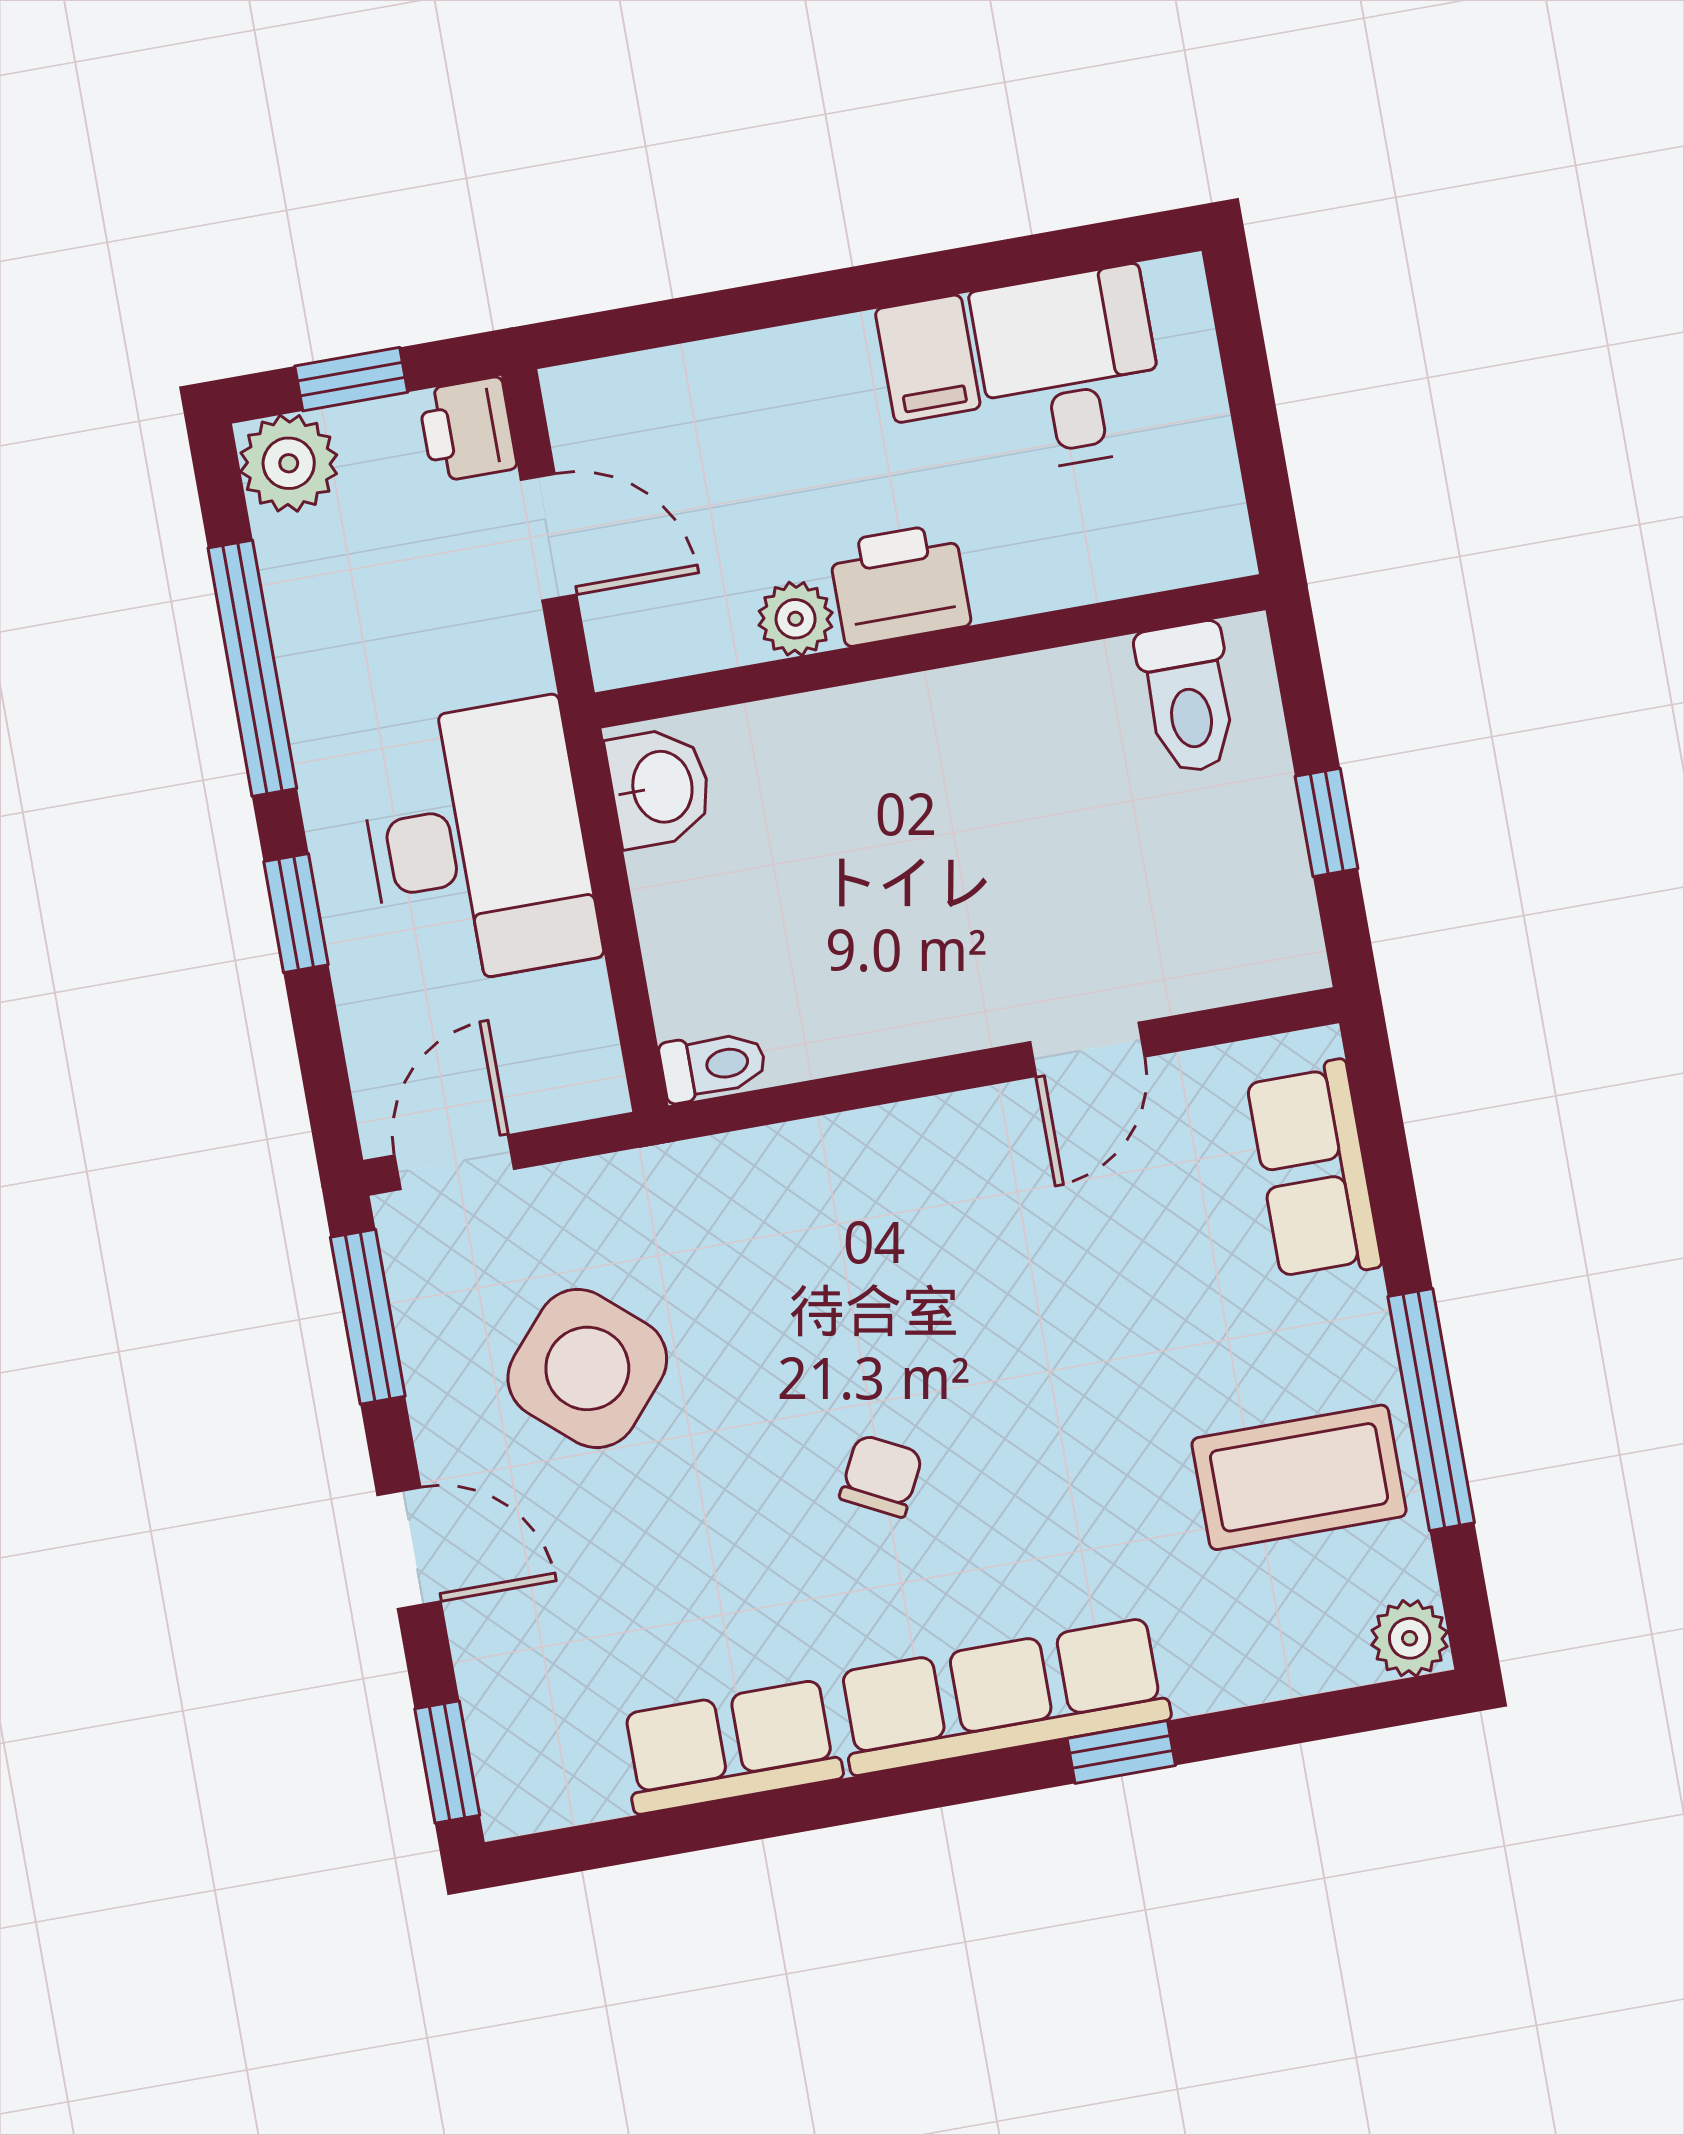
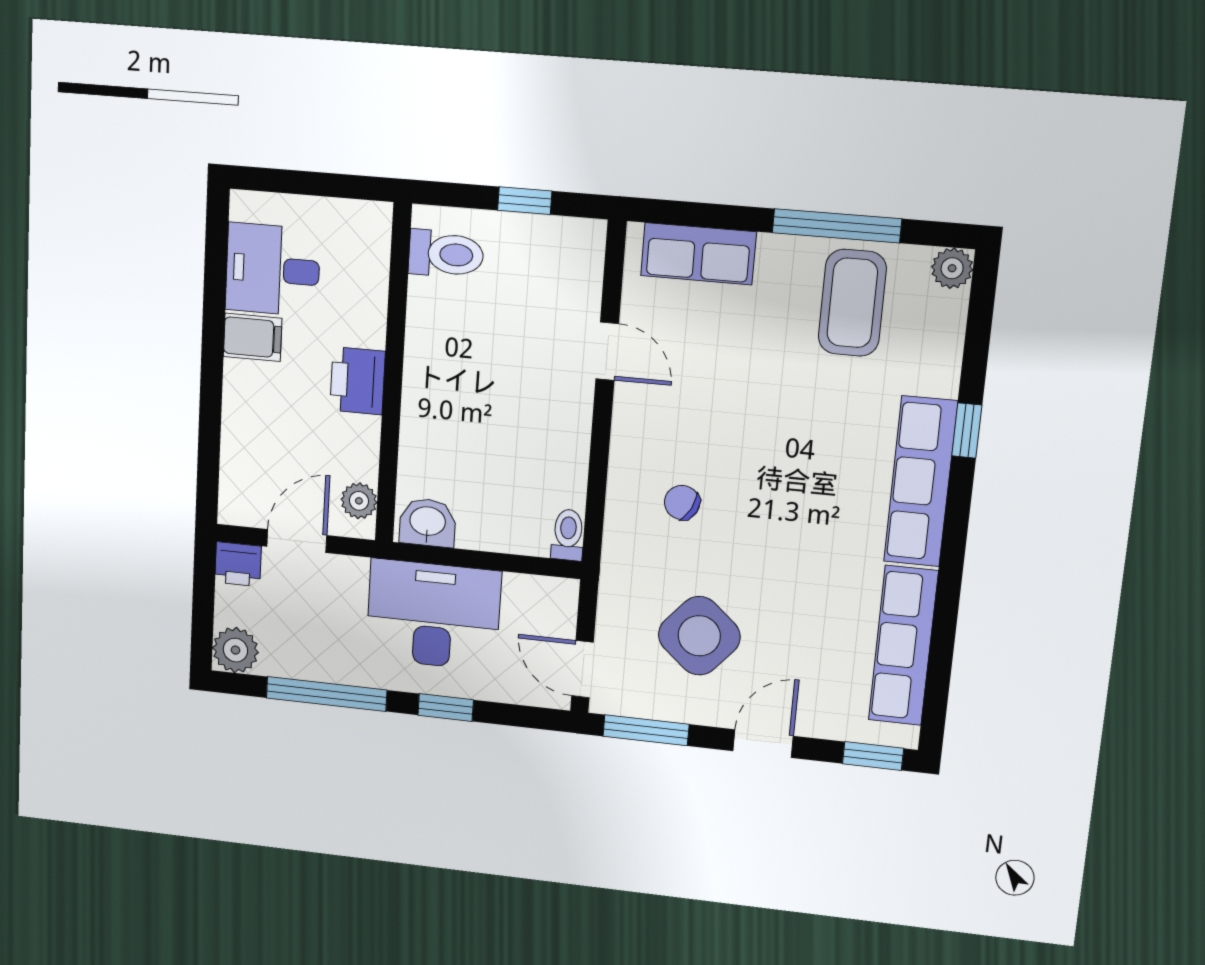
window: (351, 379) -> (203, 611), removed
plant: (796, 619) -> (359, 501), moved
chair: (881, 1476) -> (682, 503), moved
row of seats: (731, 1747) -> (903, 646), width x1.48

